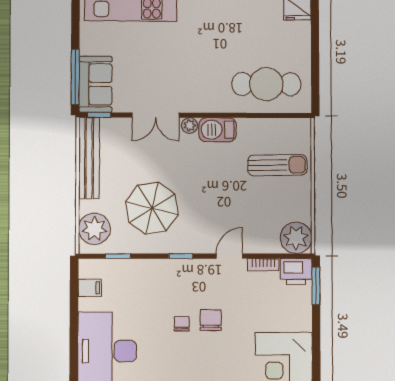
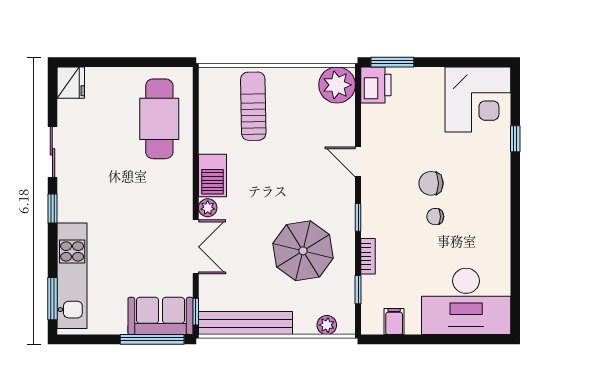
plant: (94, 229) -> (327, 325), width x0.53, depth x0.53
bookcase: (263, 265) -> (368, 256), moved

